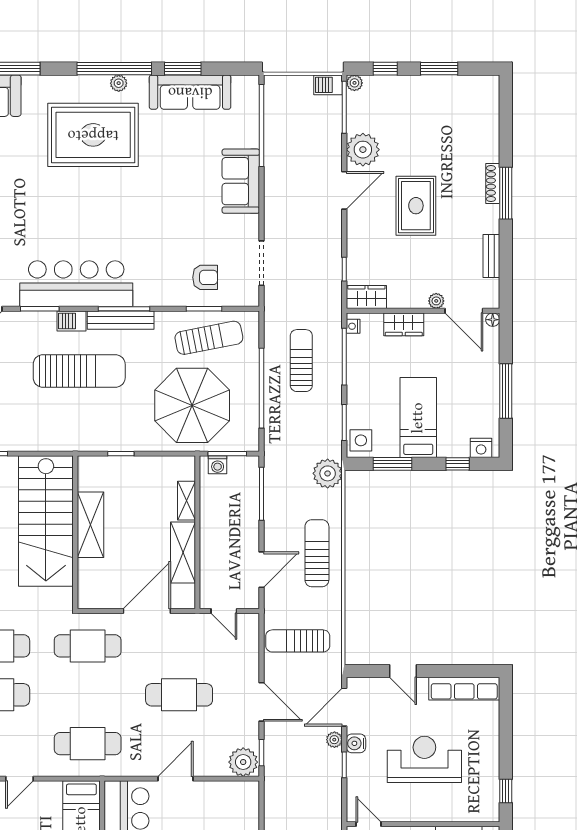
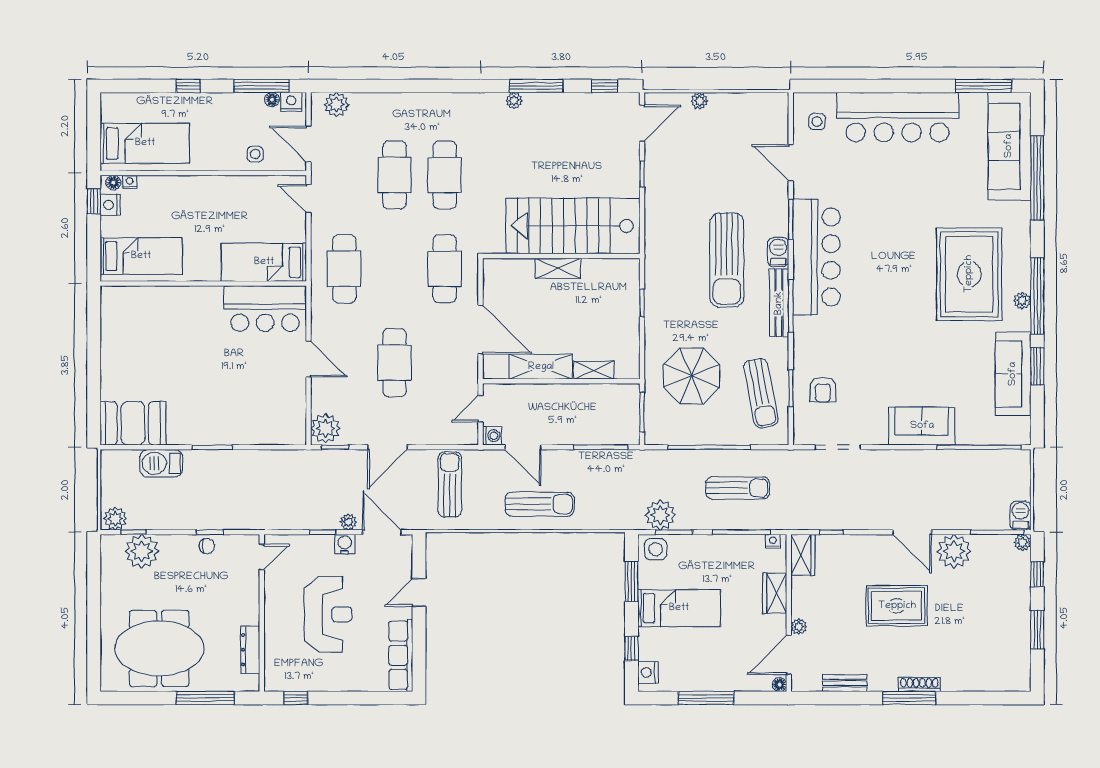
parasol: (192, 405) -> (692, 376), width x0.73, depth x0.73
washing machine: (218, 465) -> (492, 436), moved, turned 180
plant: (328, 473) -> (660, 515), moved
shelving: (90, 525) -> (558, 268), width x0.67, depth x0.75

